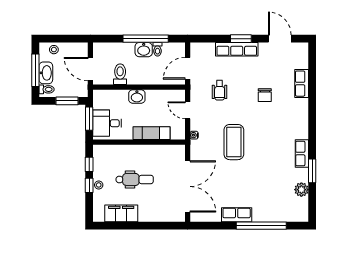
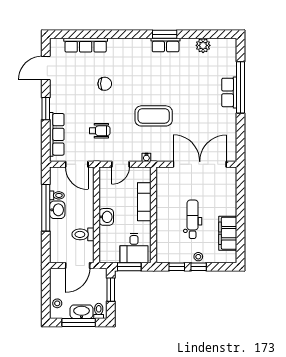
row of seats: (237, 49) -> (57, 134), moved
row of seats: (302, 84) -> (86, 45), width x1.48
window: (312, 171) -> (165, 34), moved
row of seats: (237, 215) -> (229, 92), moved

